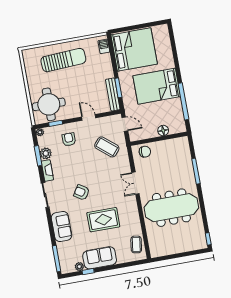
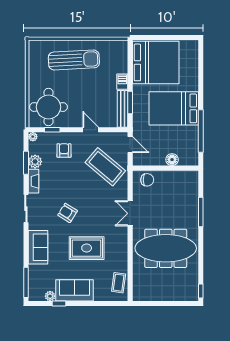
barbecue: (104, 46) -> (122, 82), moved
coffee table: (107, 147) -> (105, 167), width x1.36, depth x1.32

